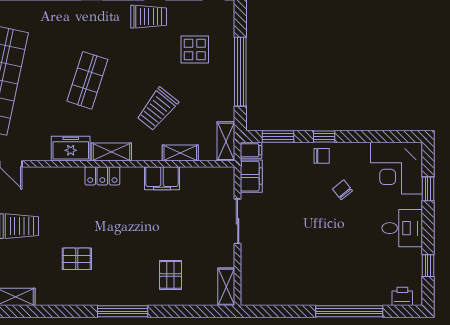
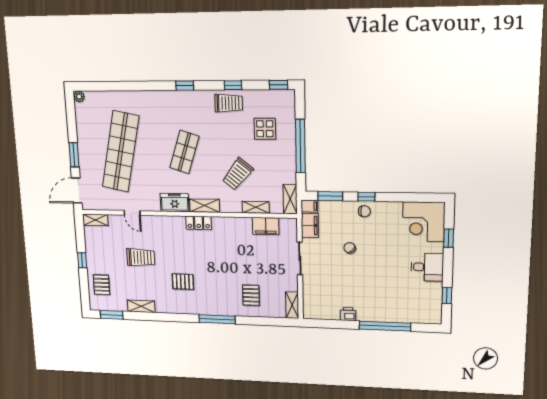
filing cabinet: (162, 178) -> (266, 226), moved
chair: (342, 190) -> (350, 248), moved
printer: (402, 296) -> (348, 314), moved

